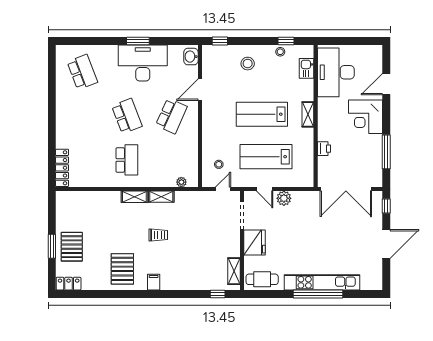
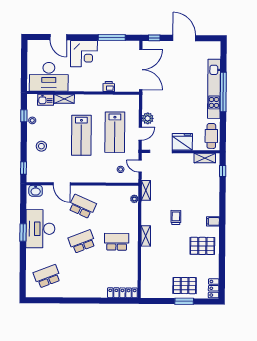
shelving: (308, 114) -> (64, 99), moved
shelving: (161, 197) -> (146, 190), moved

